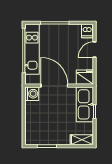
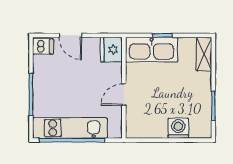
door: (54, 86) -> (124, 95), width x0.53
washing machine: (32, 94) -> (178, 128), moved

